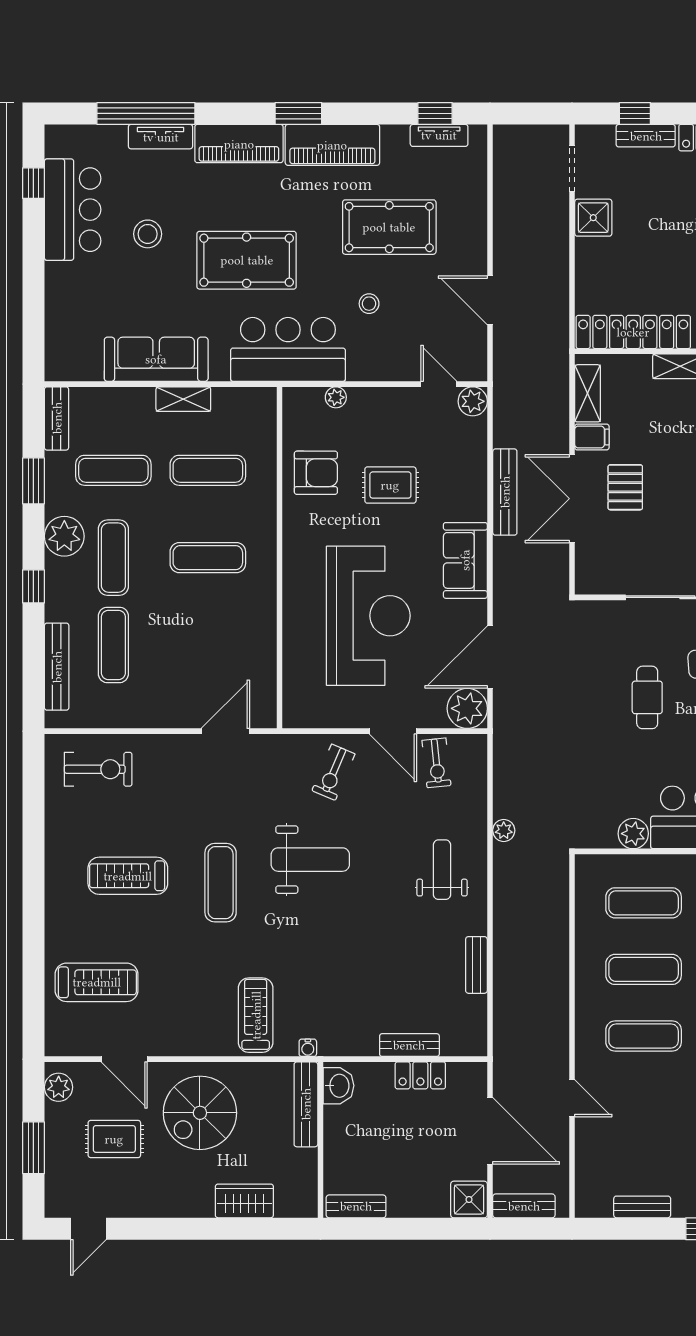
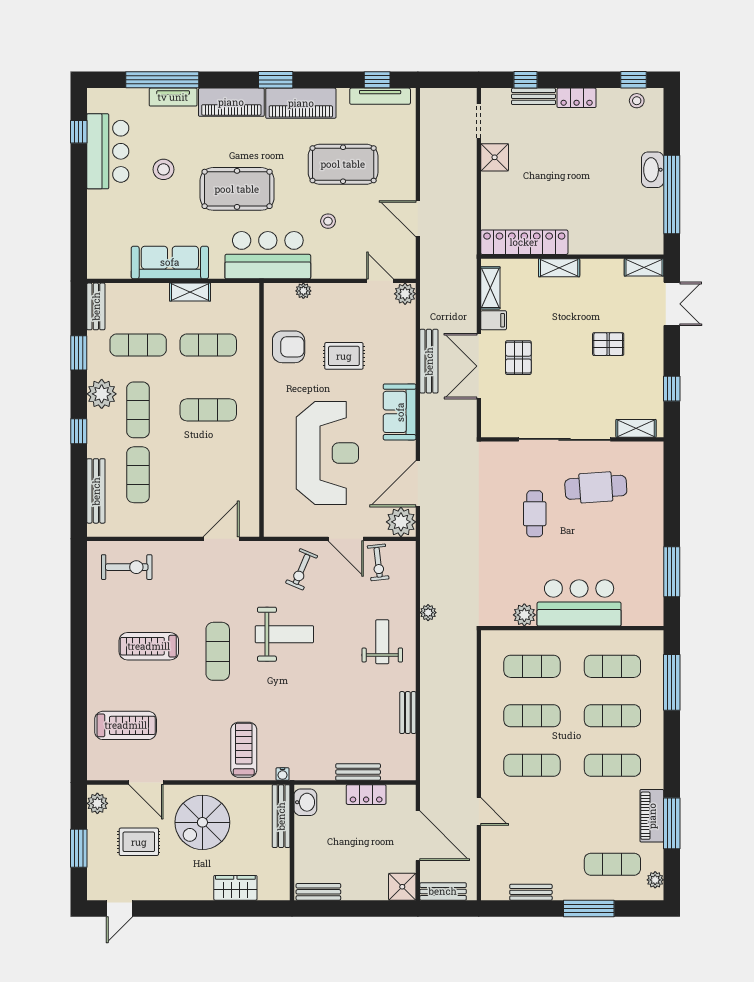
tv unit: (439, 135) -> (380, 96), width x1.41

